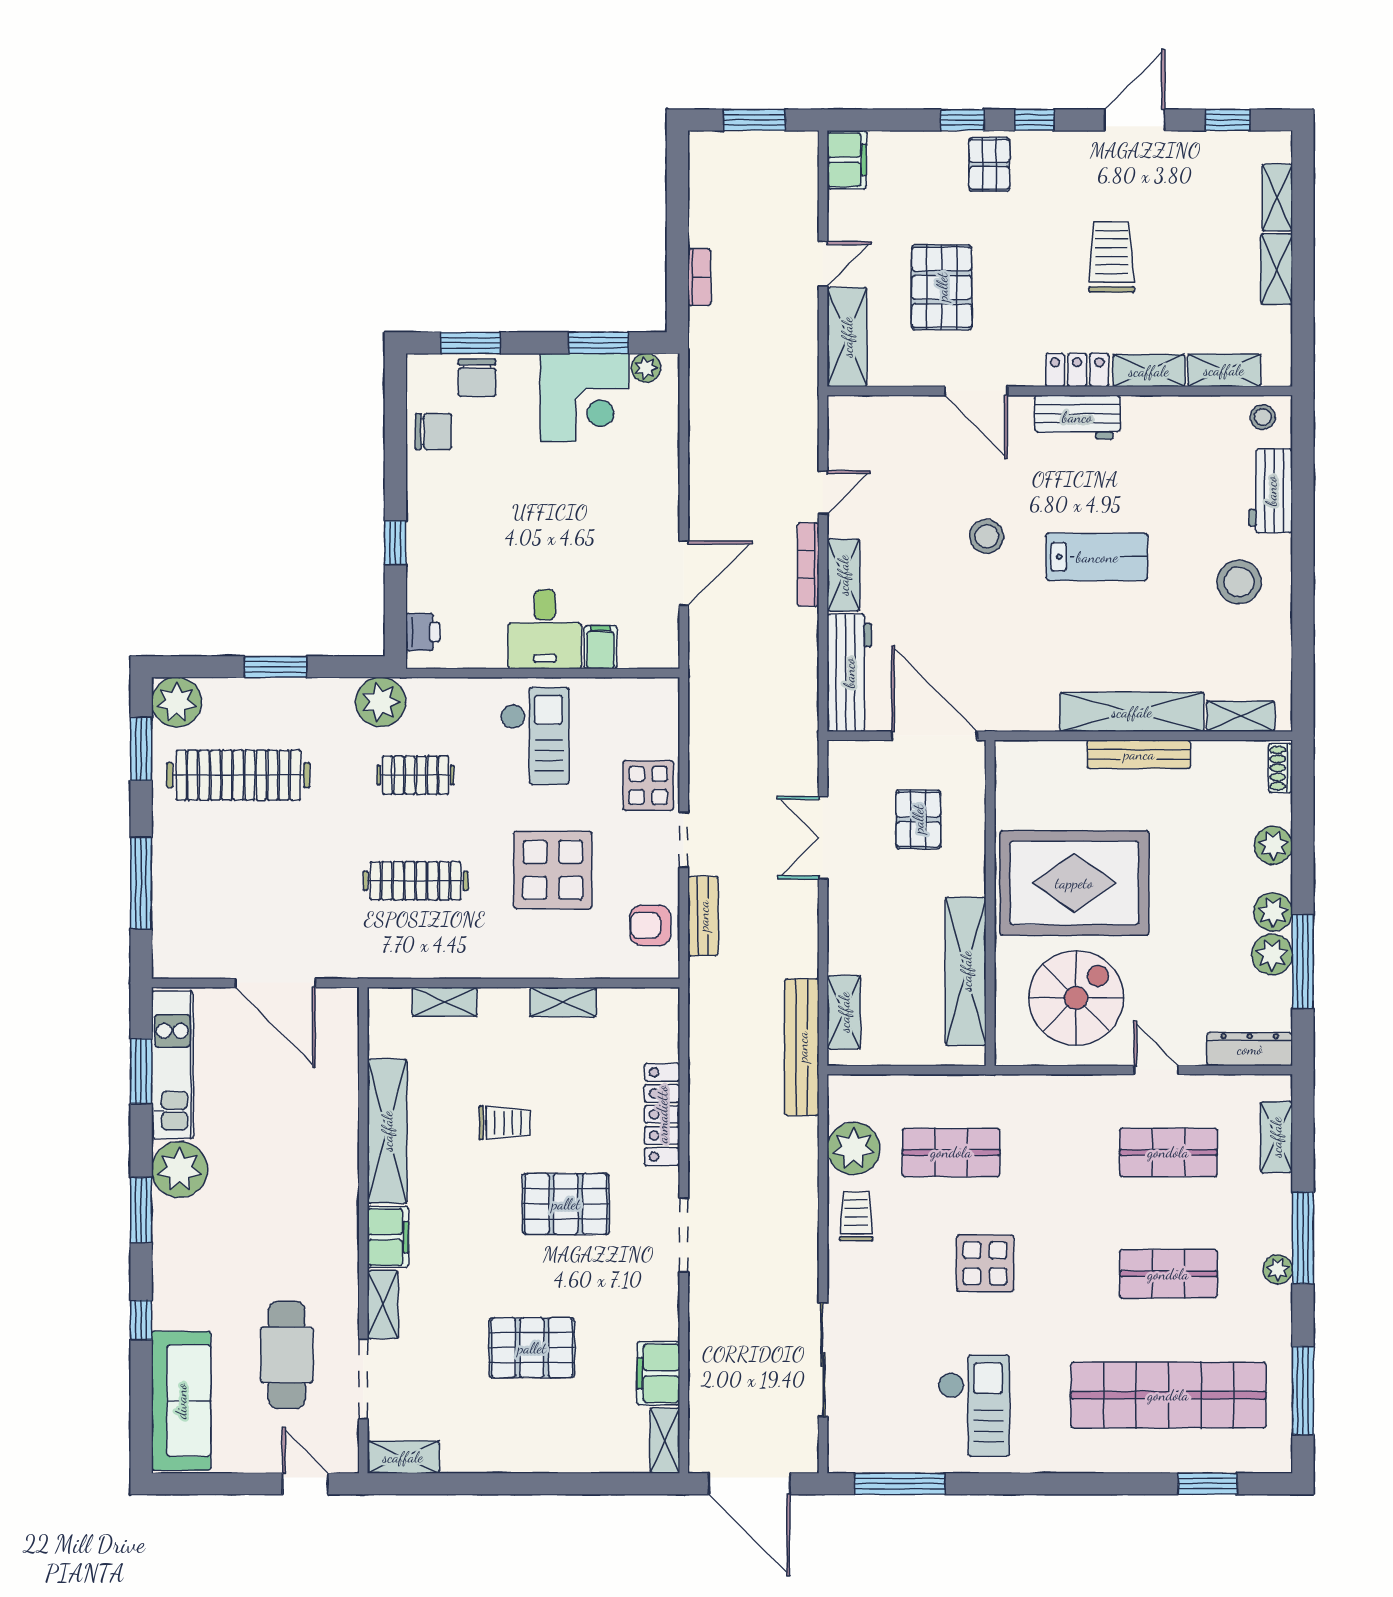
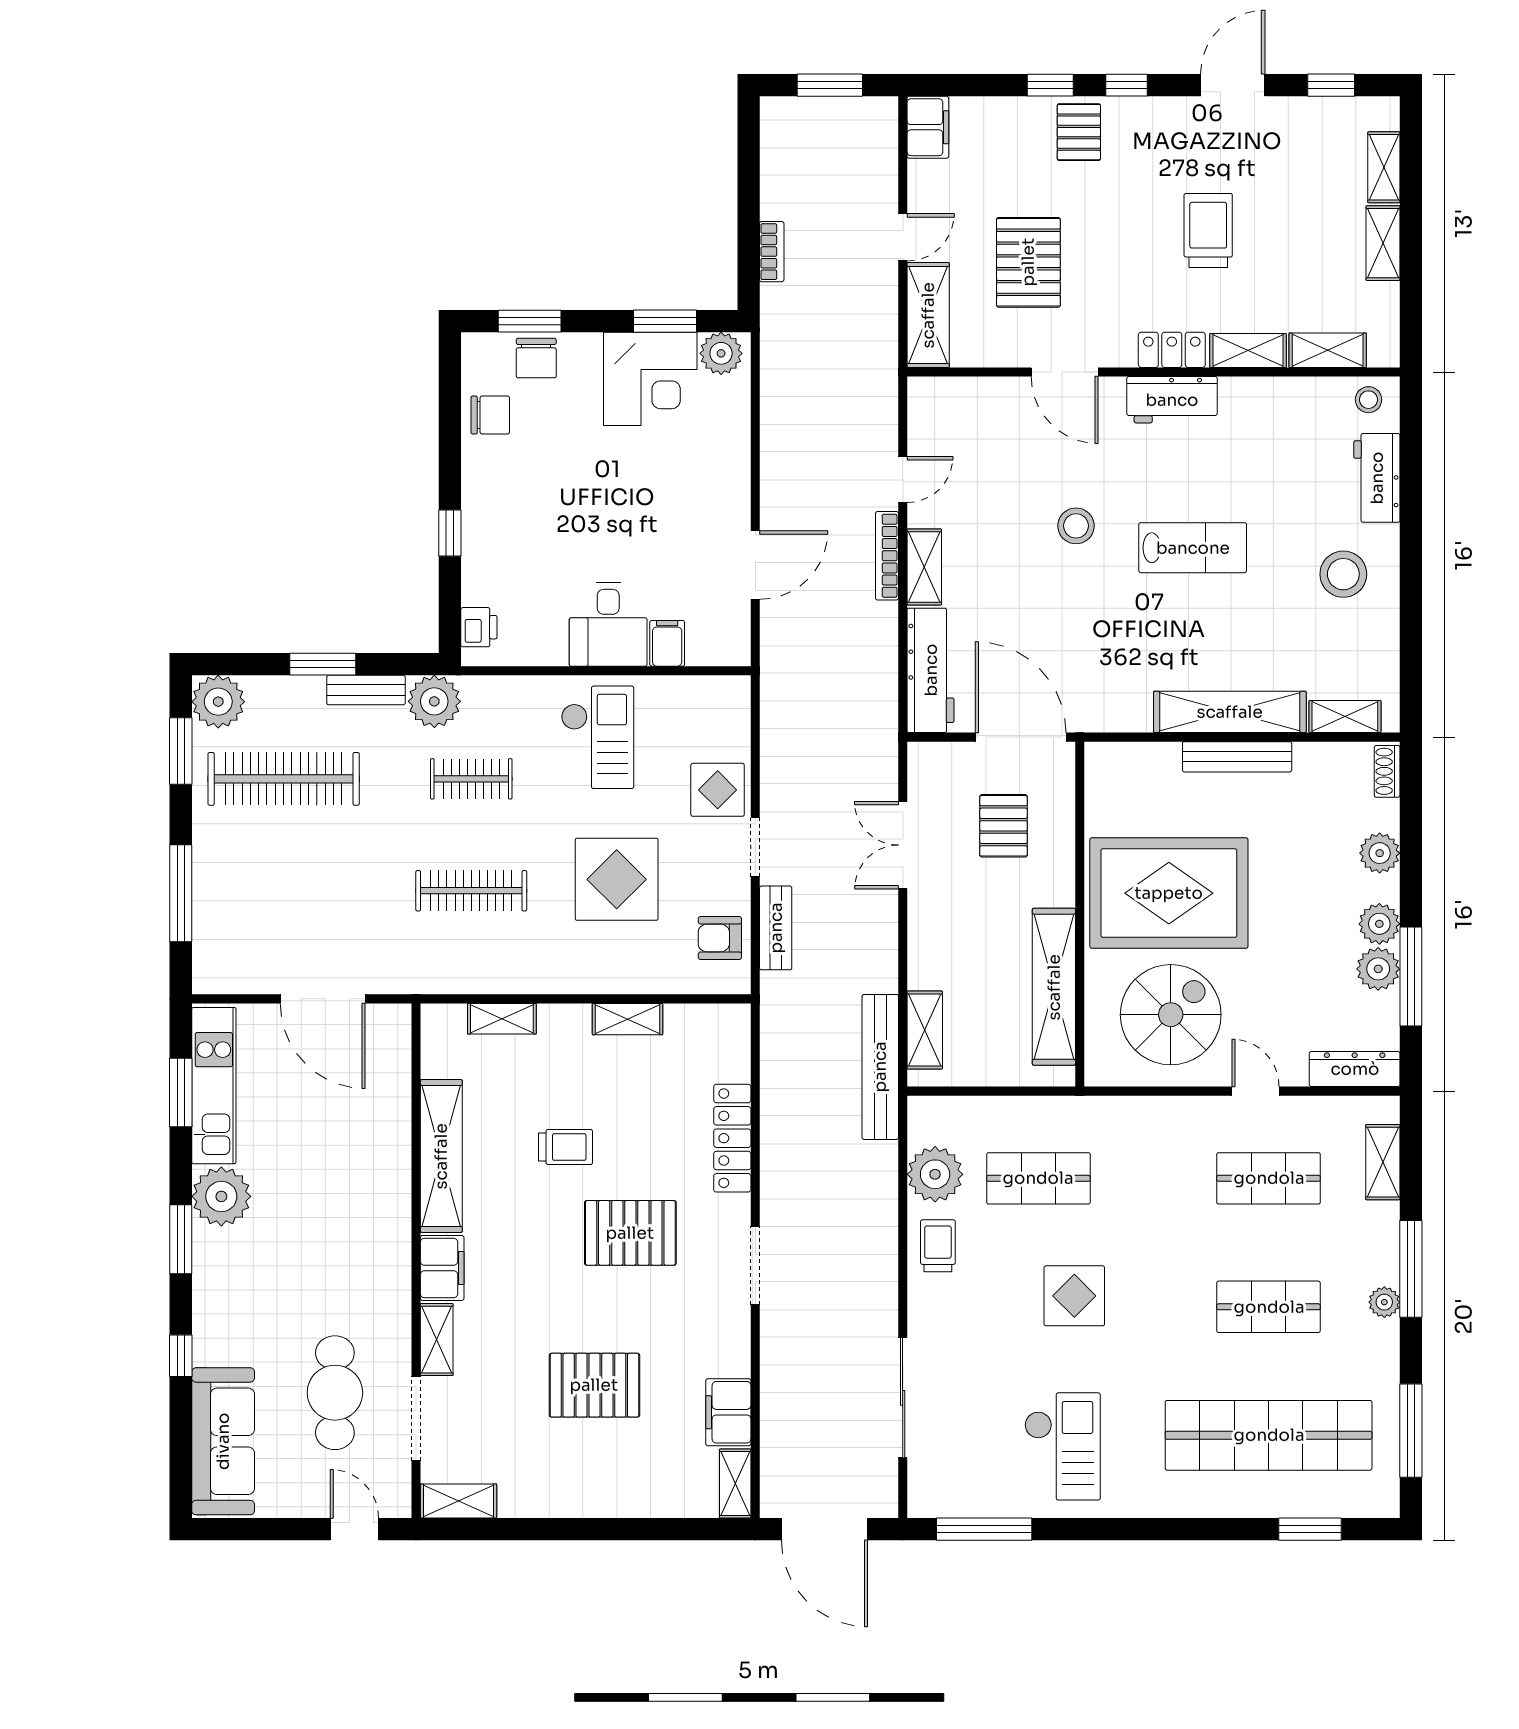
plant: (646, 368) -> (721, 353), width x1.38, depth x1.38
bench: (316, 691) -> (366, 690), added

